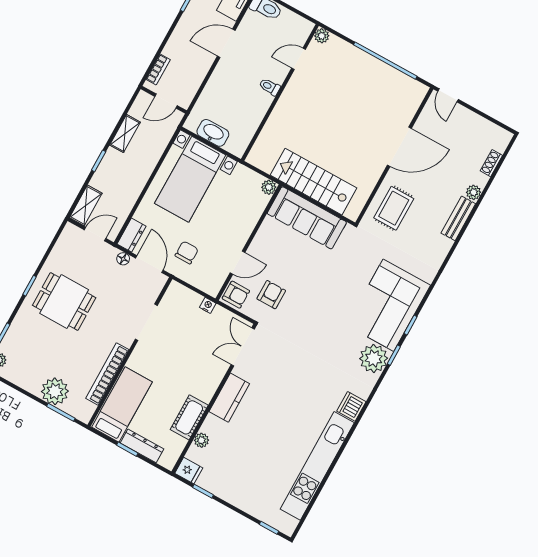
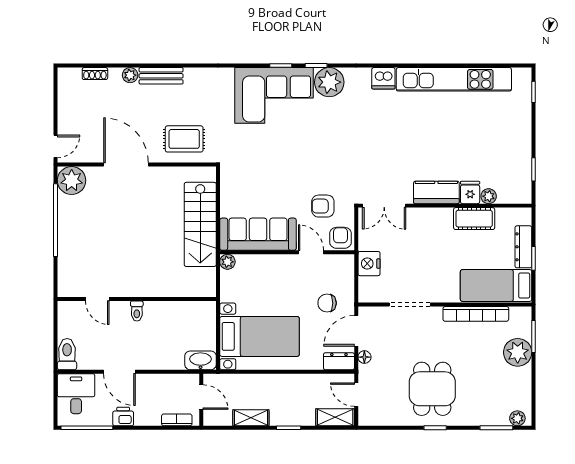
printer: (186, 25) -> (123, 417), added
plant: (322, 36) -> (72, 181), moved, width x1.87, depth x1.87
washbasin: (213, 133) -> (200, 360), moved, turned 90
sofa: (307, 218) -> (258, 234), moved, turned -90
nightstand: (208, 305) -> (369, 264), width x1.89, depth x1.79
fridge: (189, 471) -> (470, 192), moved

